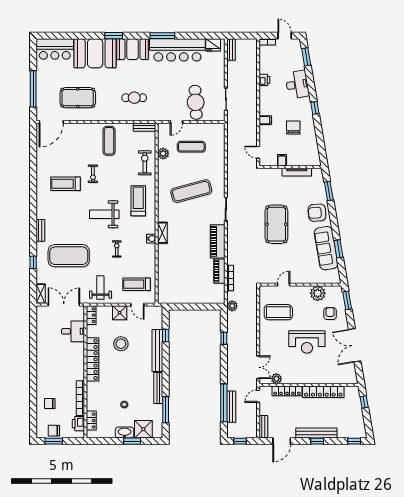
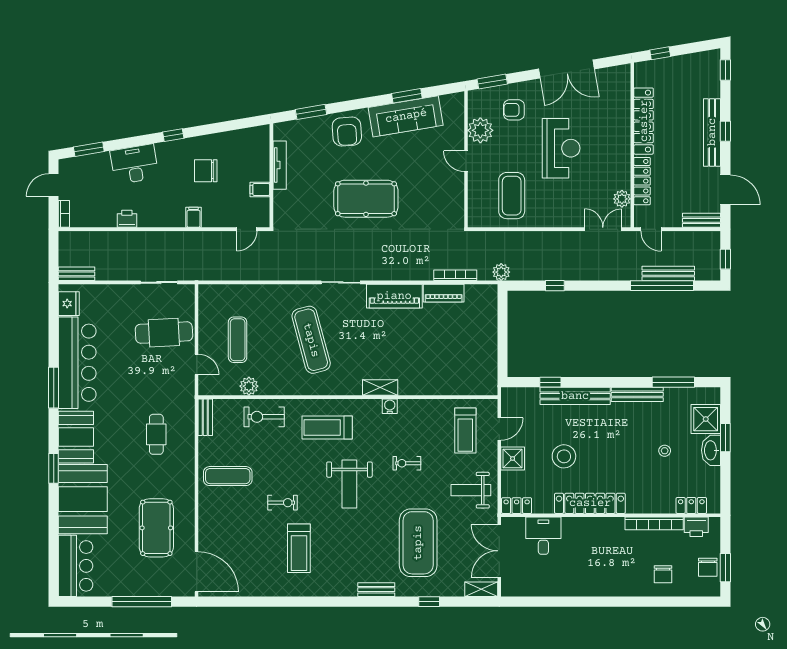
door: (284, 285) -> (466, 161), moved

